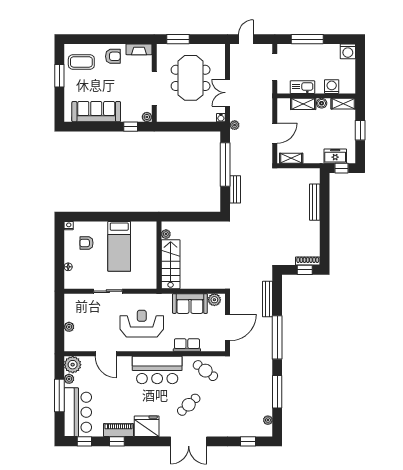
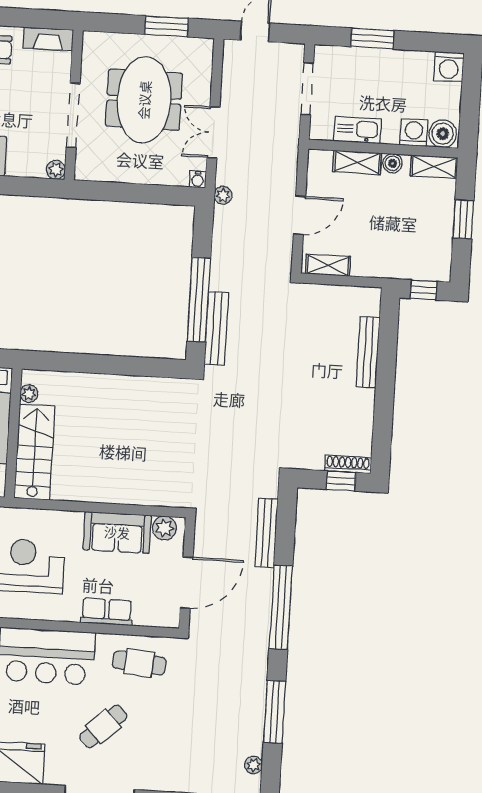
window: (178, 39) -> (166, 26), moved
window: (307, 39) -> (372, 39), width x0.69
boiler: (347, 86) -> (443, 134), added
window: (131, 127) -> (24, 186), removed
freezer: (335, 156) -> (413, 266), removed
window: (225, 165) -> (199, 300), moved
bench: (235, 189) -> (216, 328), width x1.36
plant: (166, 234) -> (29, 394), moved
wall: (159, 255) -> (13, 433), moved
stairs: (171, 264) -> (34, 452), moved
cafe table: (205, 371) -> (139, 663), turned -31

